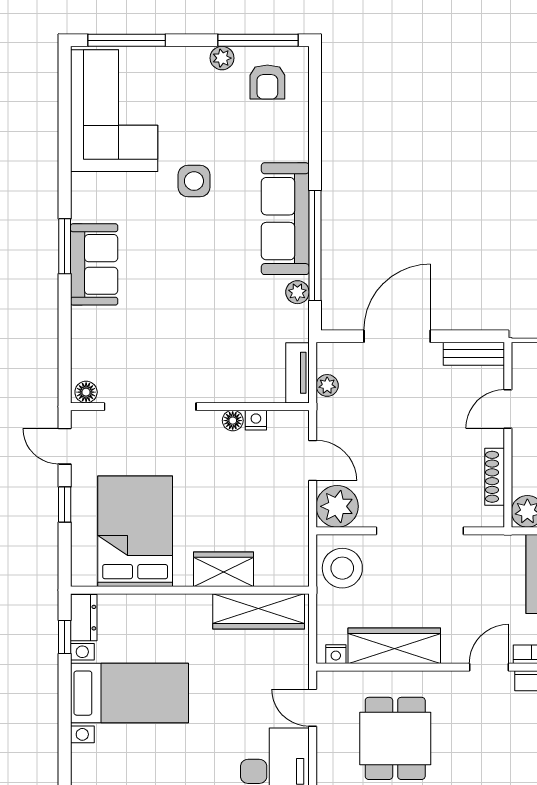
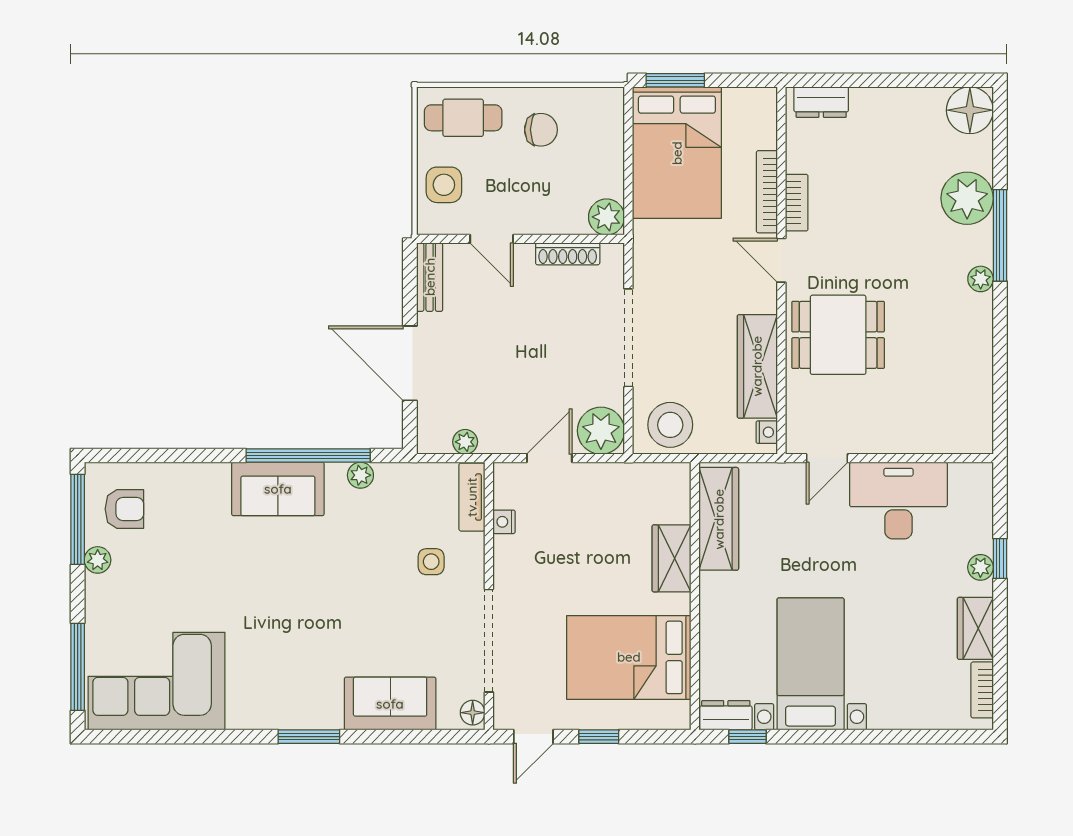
side table: (194, 181) -> (431, 562), moved, width x0.73, depth x0.73
sofa: (285, 219) -> (278, 489), width x0.73
sofa: (94, 264) -> (390, 704), moved
tv unit: (297, 373) -> (472, 497), moved, turned 90
floor lamp: (233, 421) -> (505, 548), removed
dining table: (395, 738) -> (838, 335), moved

